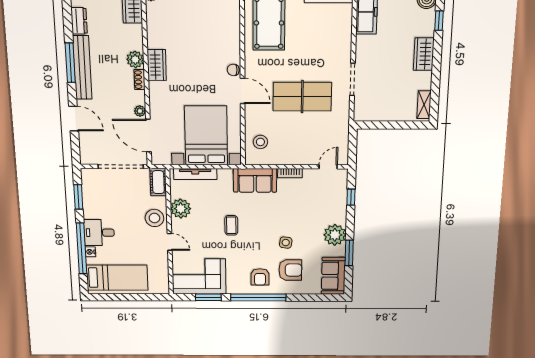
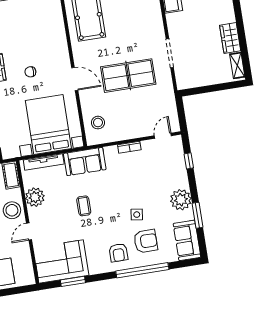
wardrobe: (424, 54) -> (230, 38), moved
chair: (233, 70) -> (30, 72), moved
sofa: (255, 180) -> (85, 161), moved
door: (170, 242) -> (29, 231), swing flipped
window: (258, 297) -> (142, 270), moved

